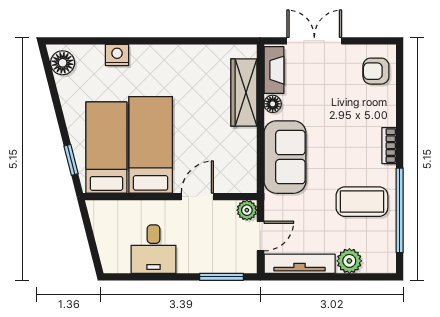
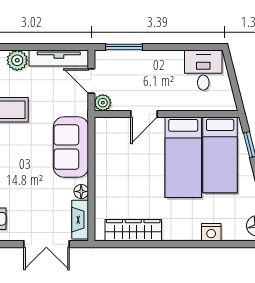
wardrobe: (244, 92) -> (133, 230), moved, turned -90
door: (260, 236) -> (91, 81), hinge flipped
desk: (153, 249) -> (203, 70), moved

